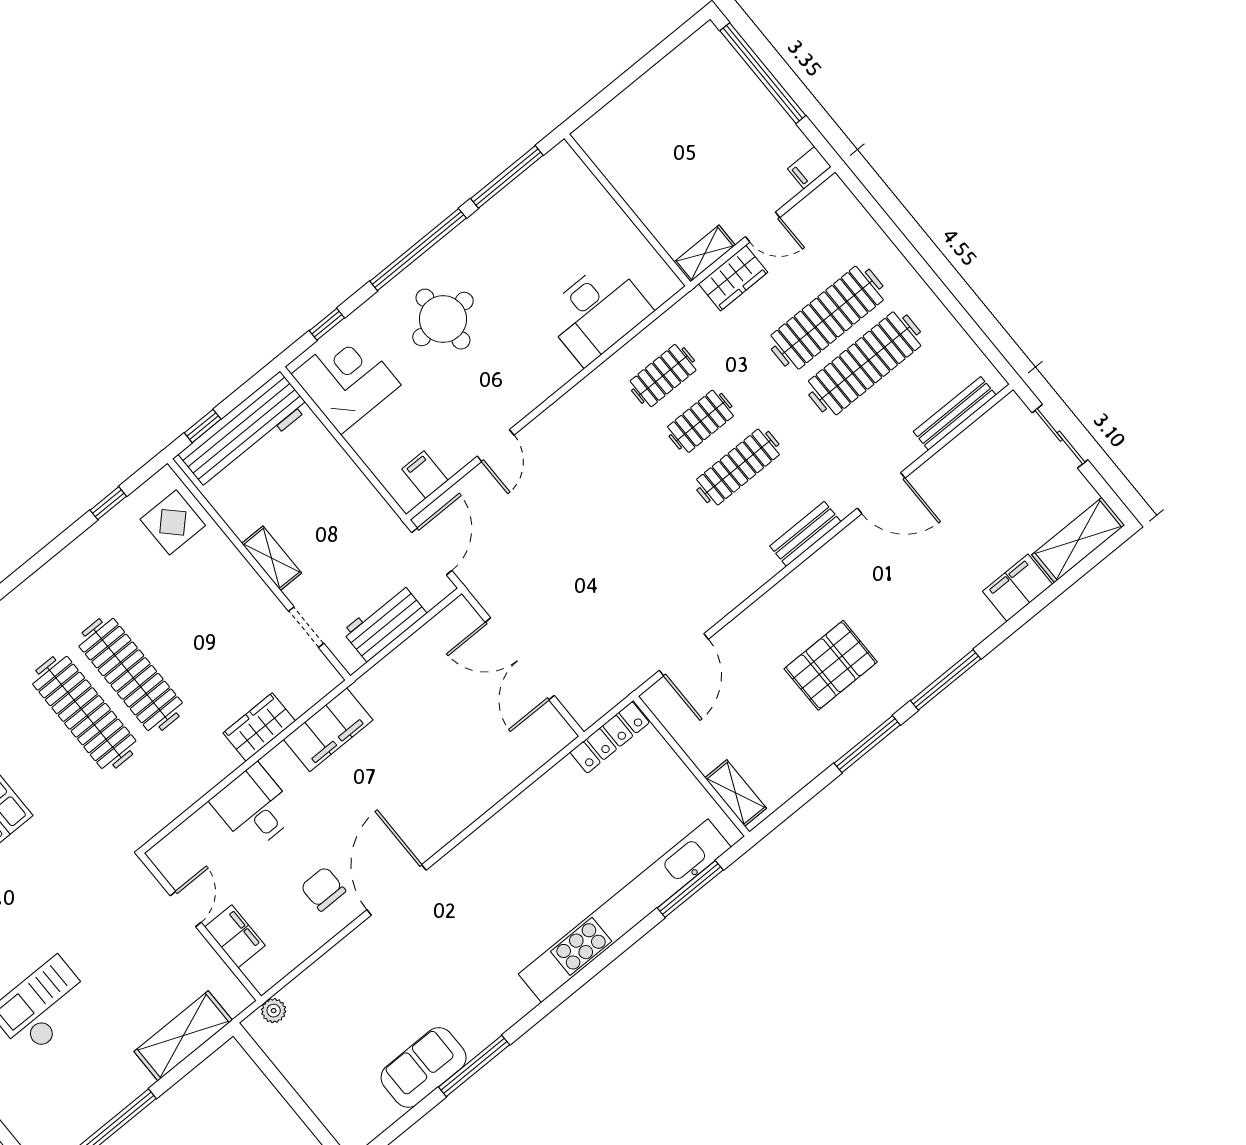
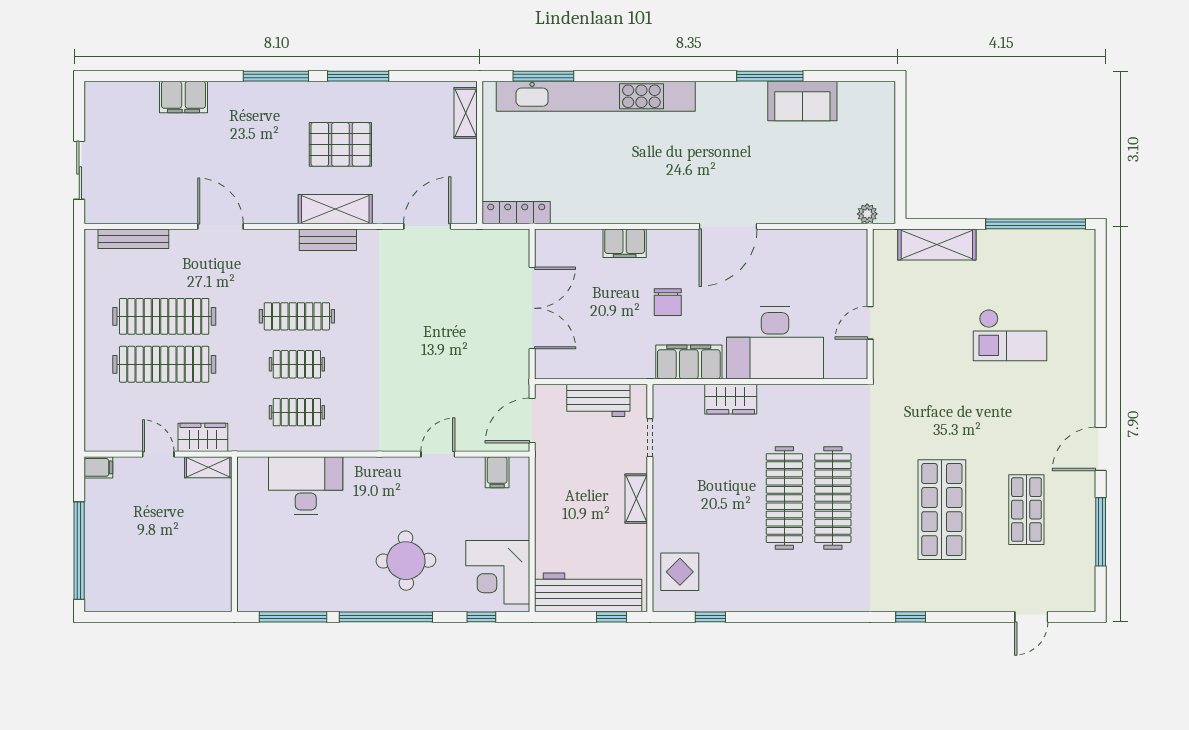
bench: (805, 534) -> (328, 240), moved
shelving: (1078, 540) -> (335, 209), moved
desk: (254, 807) -> (775, 343), width x1.87, depth x1.30
chair: (323, 889) -> (668, 302), moved
filing cabinet: (235, 936) -> (625, 243), moved, turned -90

